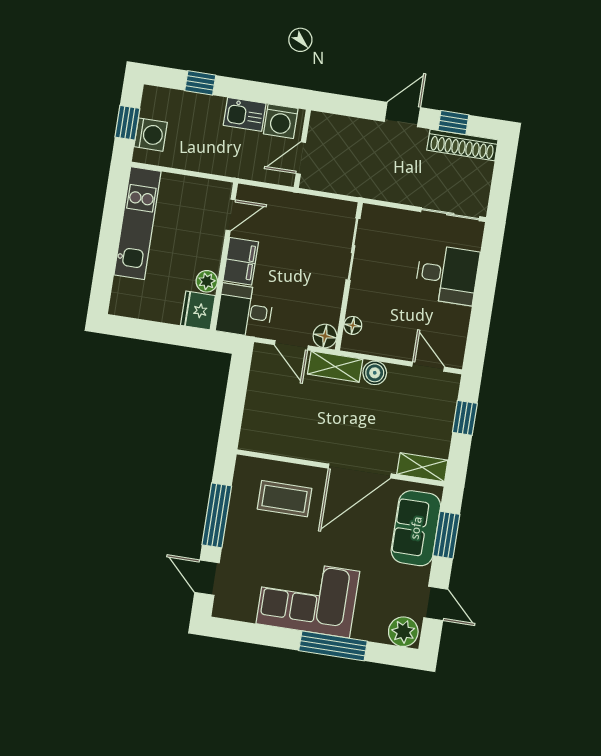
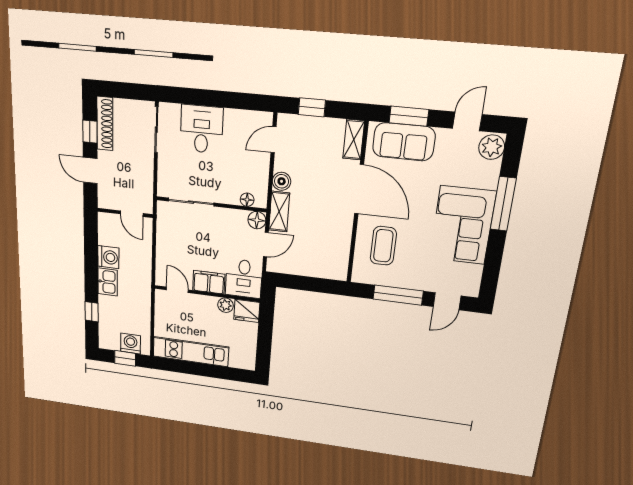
wall: (302, 149) -> (125, 213), moved
door: (301, 158) -> (132, 214), moved

